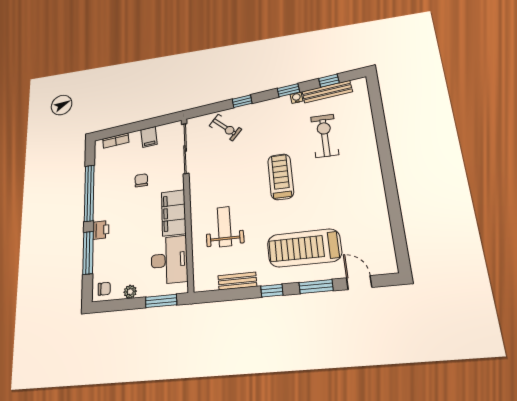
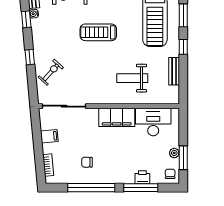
chair: (141, 180) -> (87, 162), moved
printer: (101, 230) -> (142, 177), moved
window: (161, 301) -> (183, 158), moved

